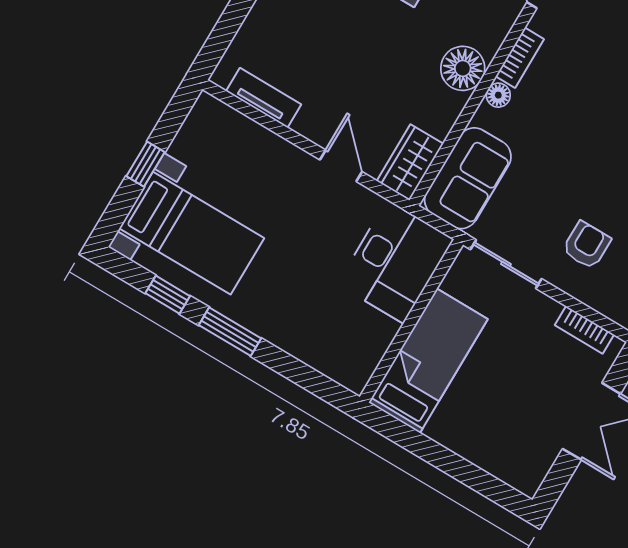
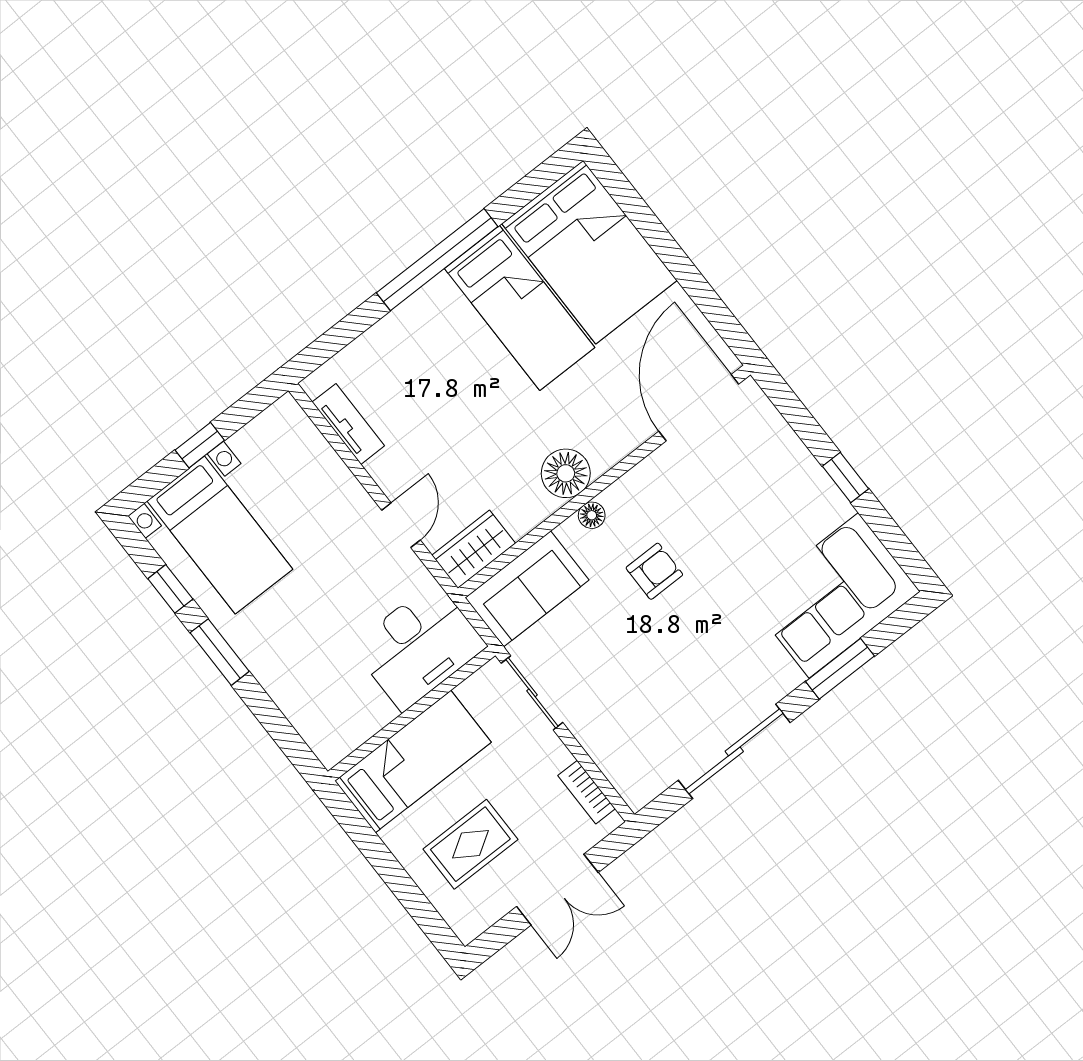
bookcase: (520, 58) -> (629, 485), removed
armchair: (587, 245) -> (654, 571), moved
rug: (504, 412) -> (470, 844), added

